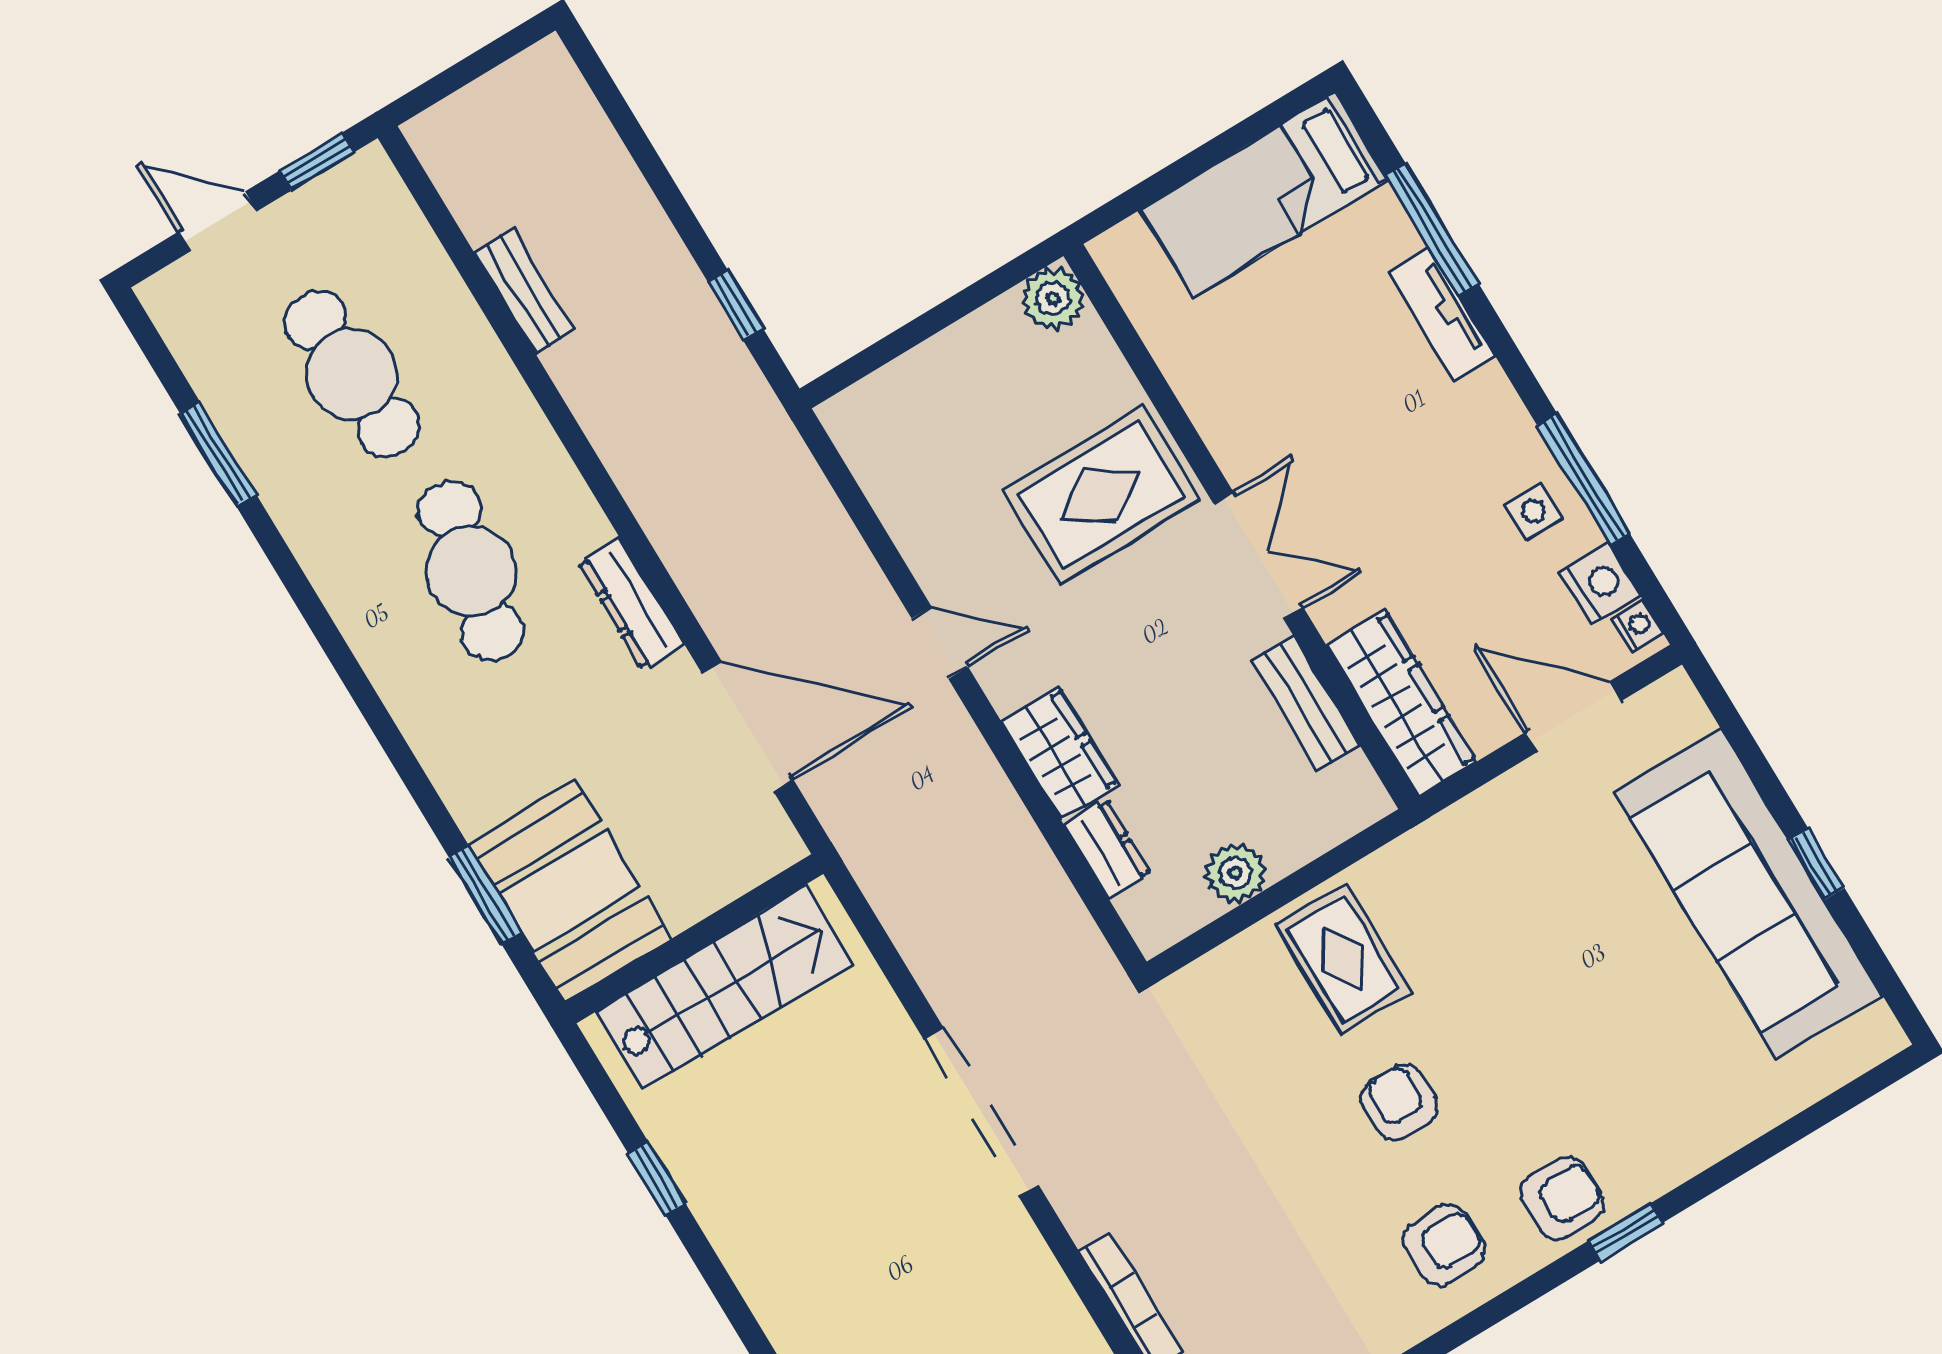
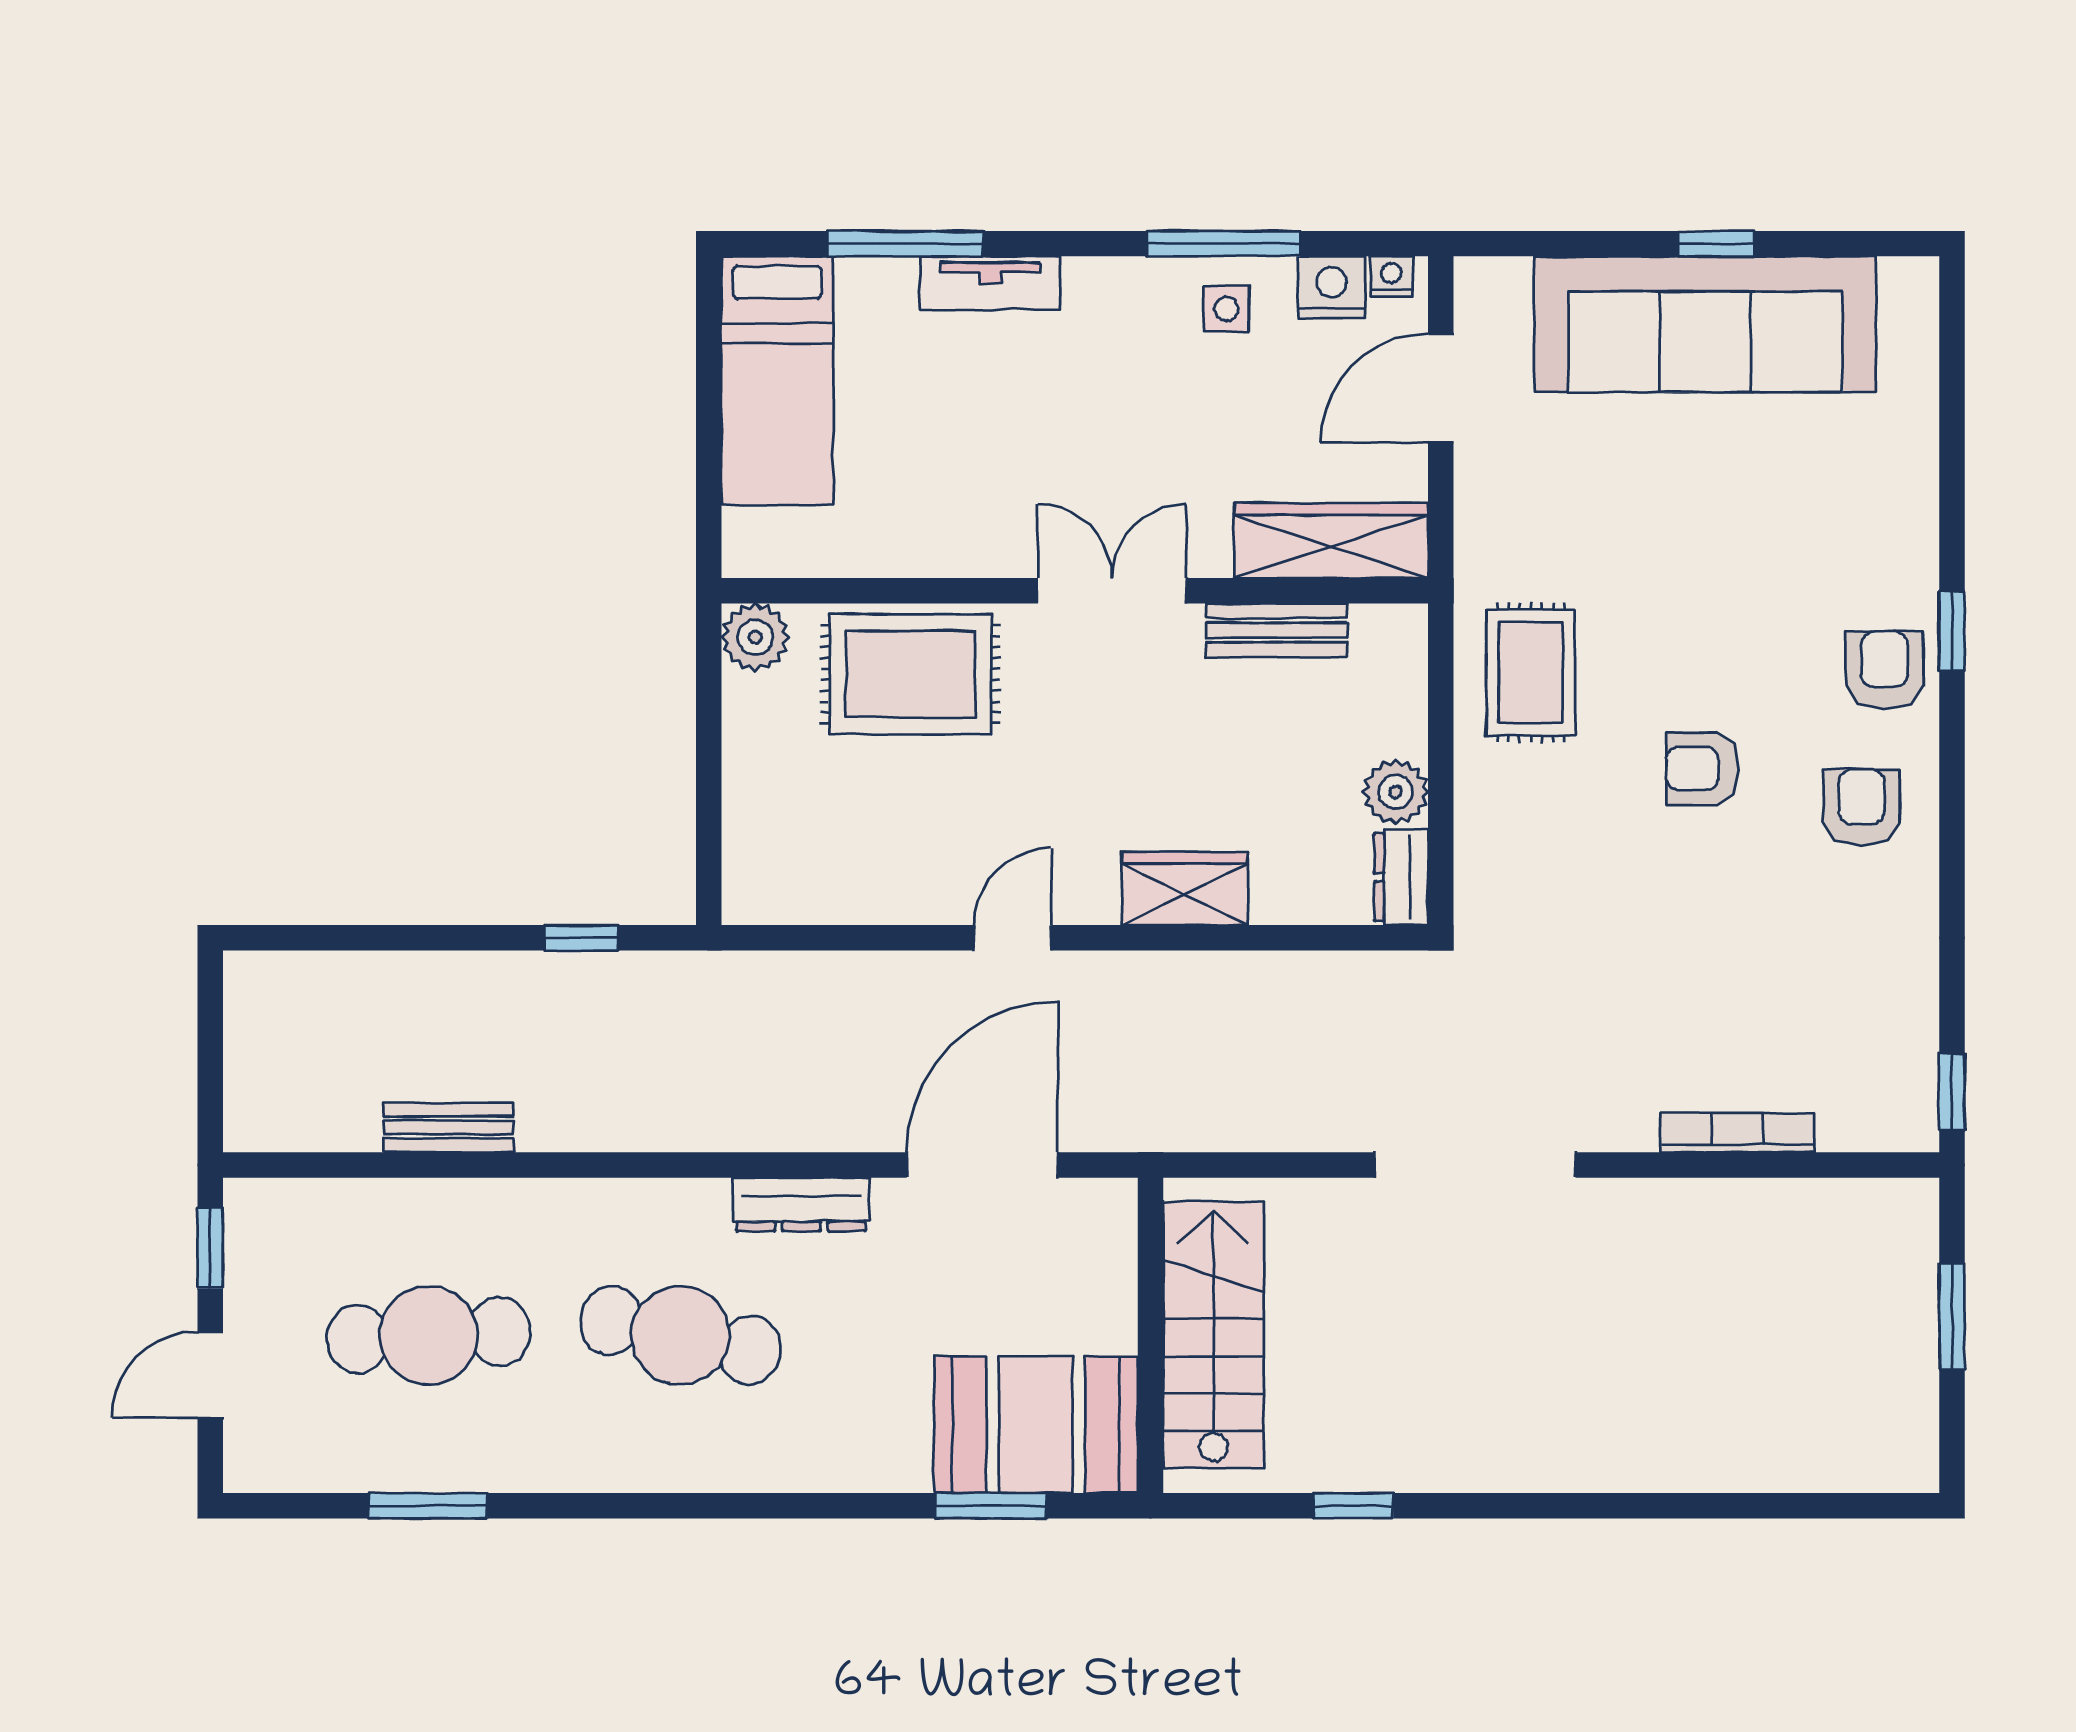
rug: (1101, 495) -> (910, 674), moved, turned 90
dresser: (1107, 849) -> (1401, 877), moved, turned -90
rug: (1343, 959) -> (1531, 673), moved, turned 90

